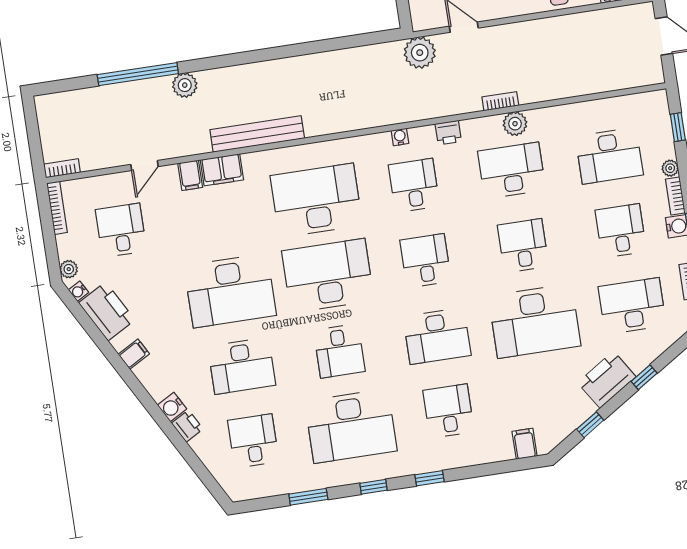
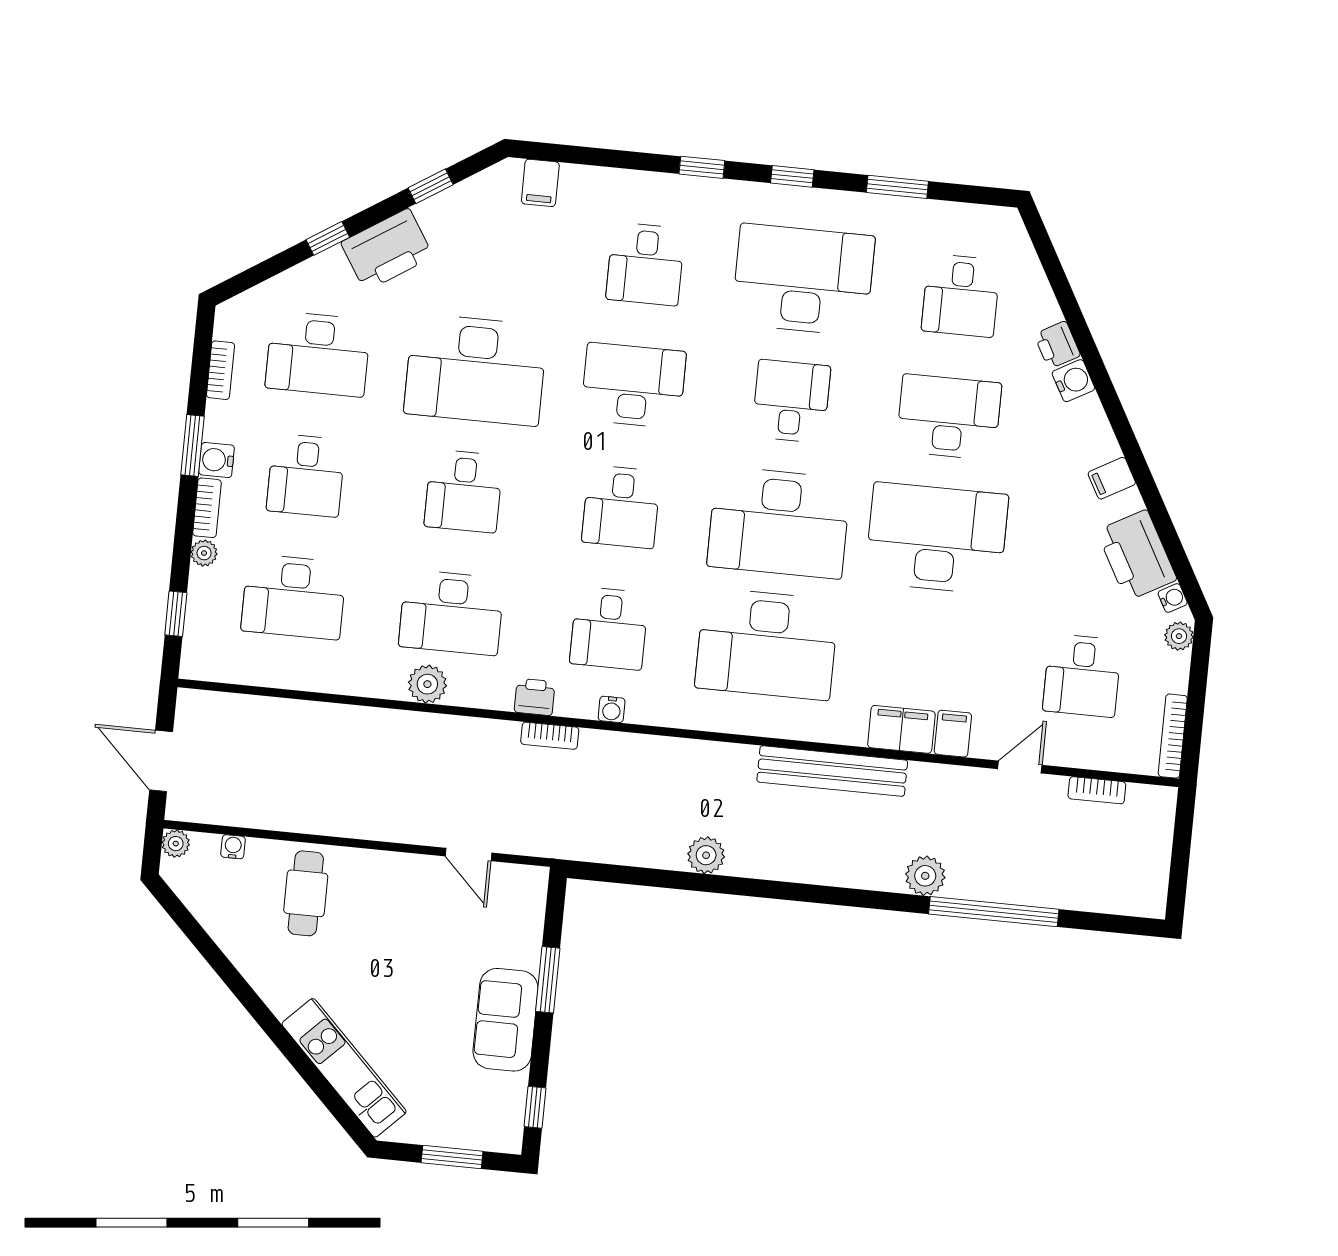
plant: (420, 53) -> (706, 855), moved, width x0.73, depth x0.73
bookcase: (500, 101) -> (550, 736), moved
desk: (609, 156) -> (294, 597), turned 180
bookcase: (62, 168) -> (1097, 790), moved
desk: (535, 321) -> (476, 370), turned 180

